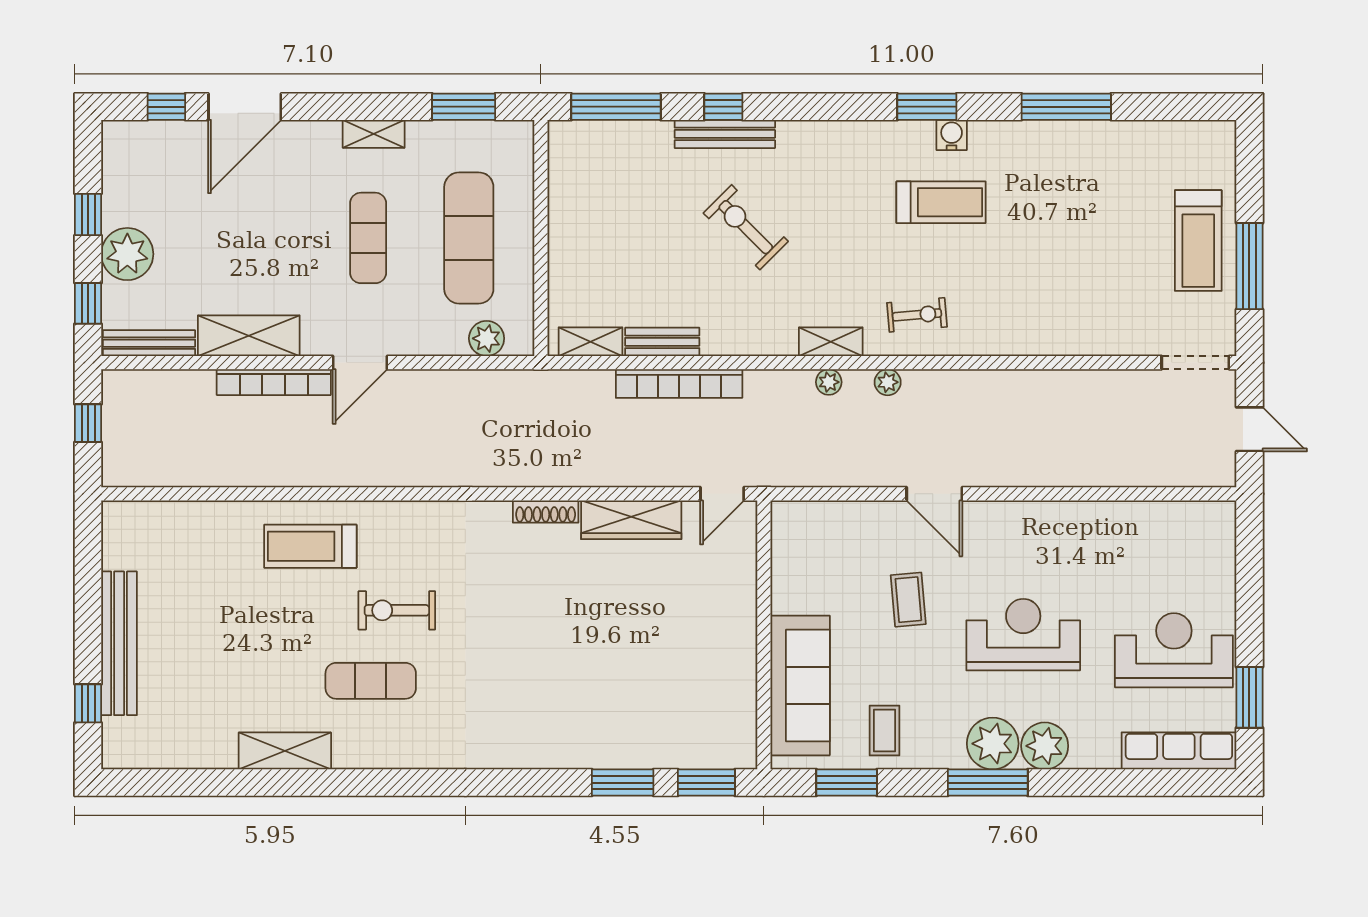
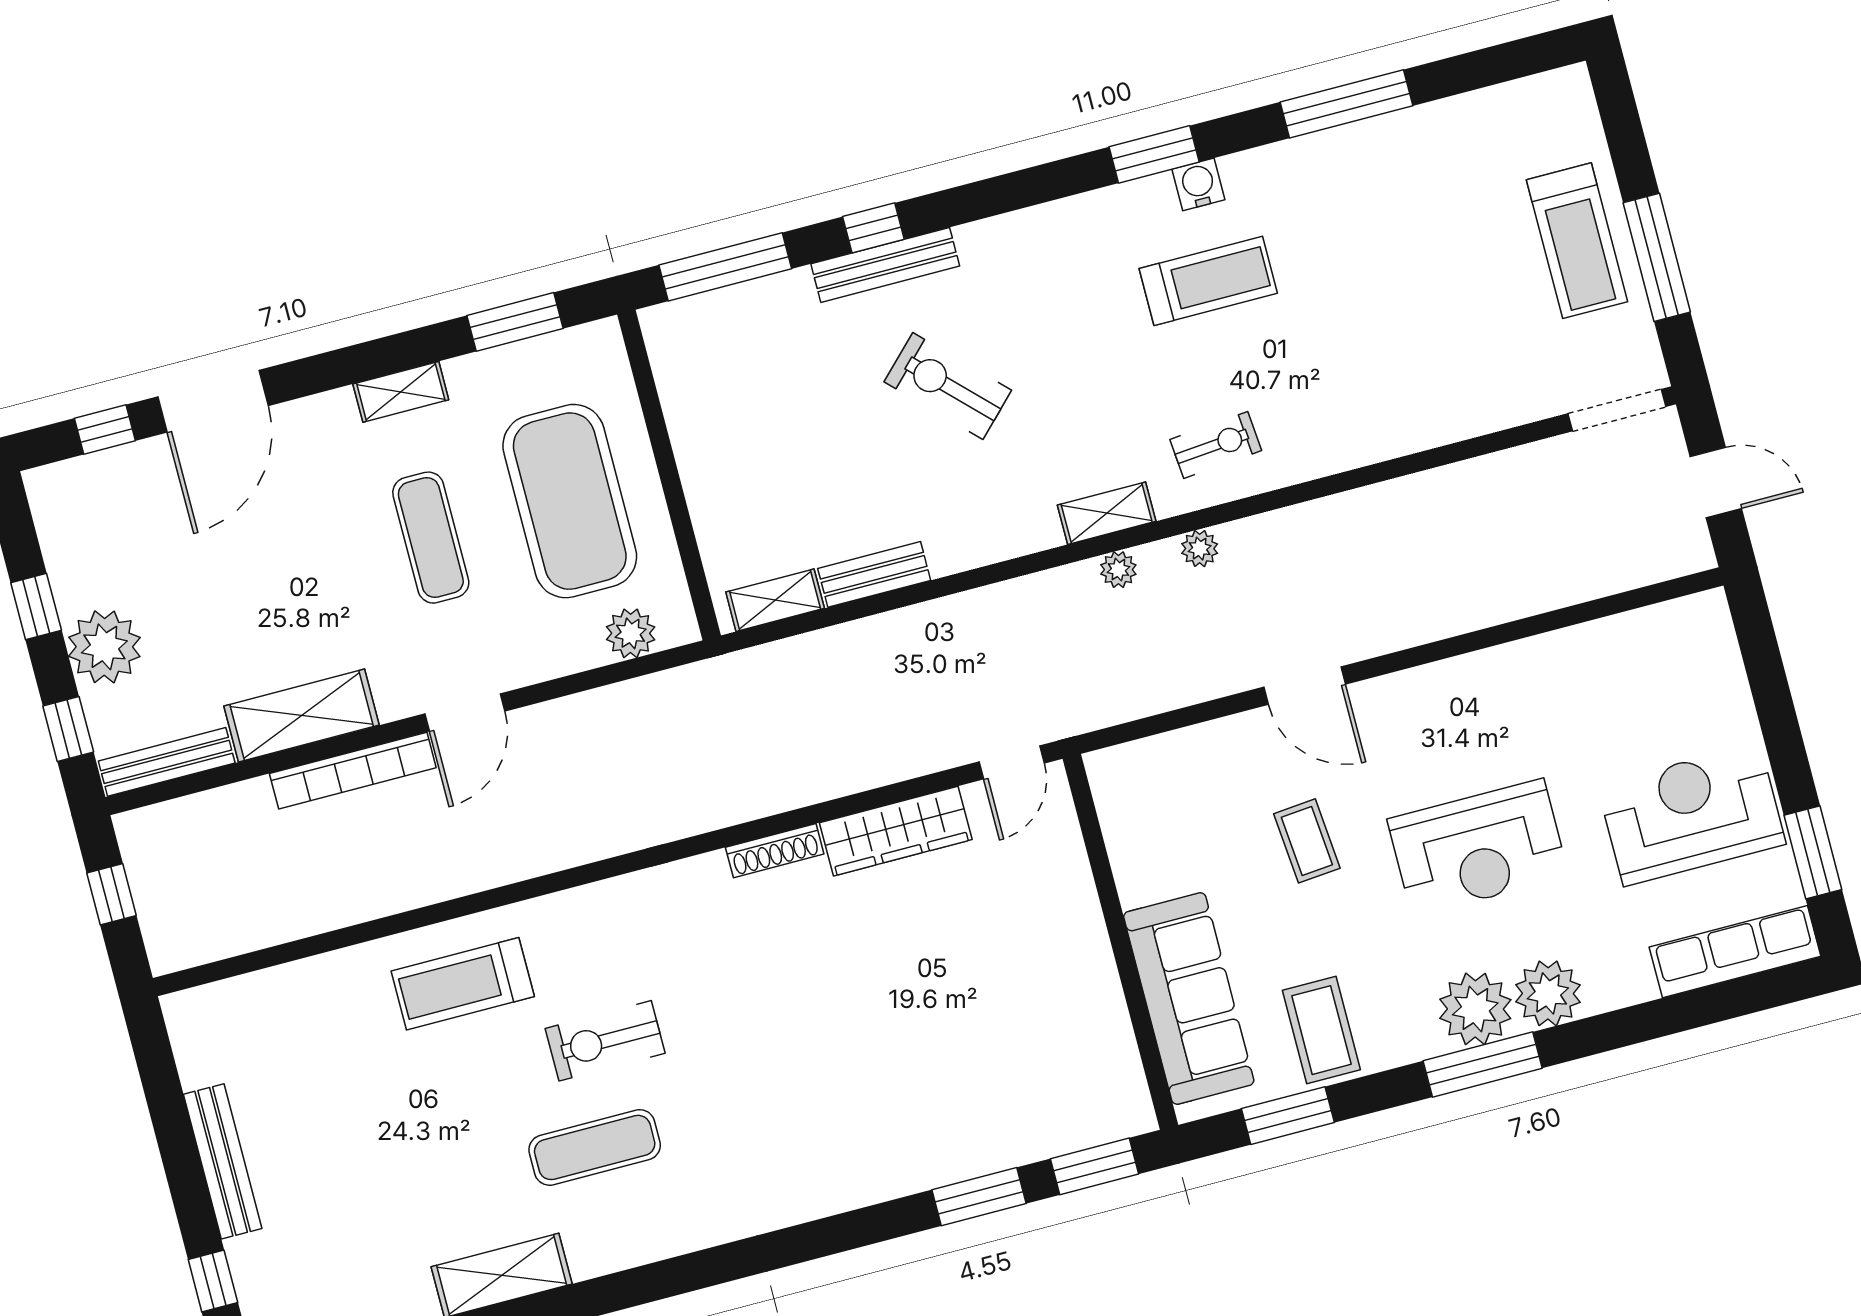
exercise mat: (469, 238) -> (570, 501), width x1.47
bookcase: (679, 384) -> (913, 626), removed
reception desk: (1023, 635) -> (1478, 848), turned 180
bench: (119, 643) -> (223, 1161), width x0.73, depth x0.82
coffee table: (884, 730) -> (1321, 1030), width x1.36, depth x1.30

